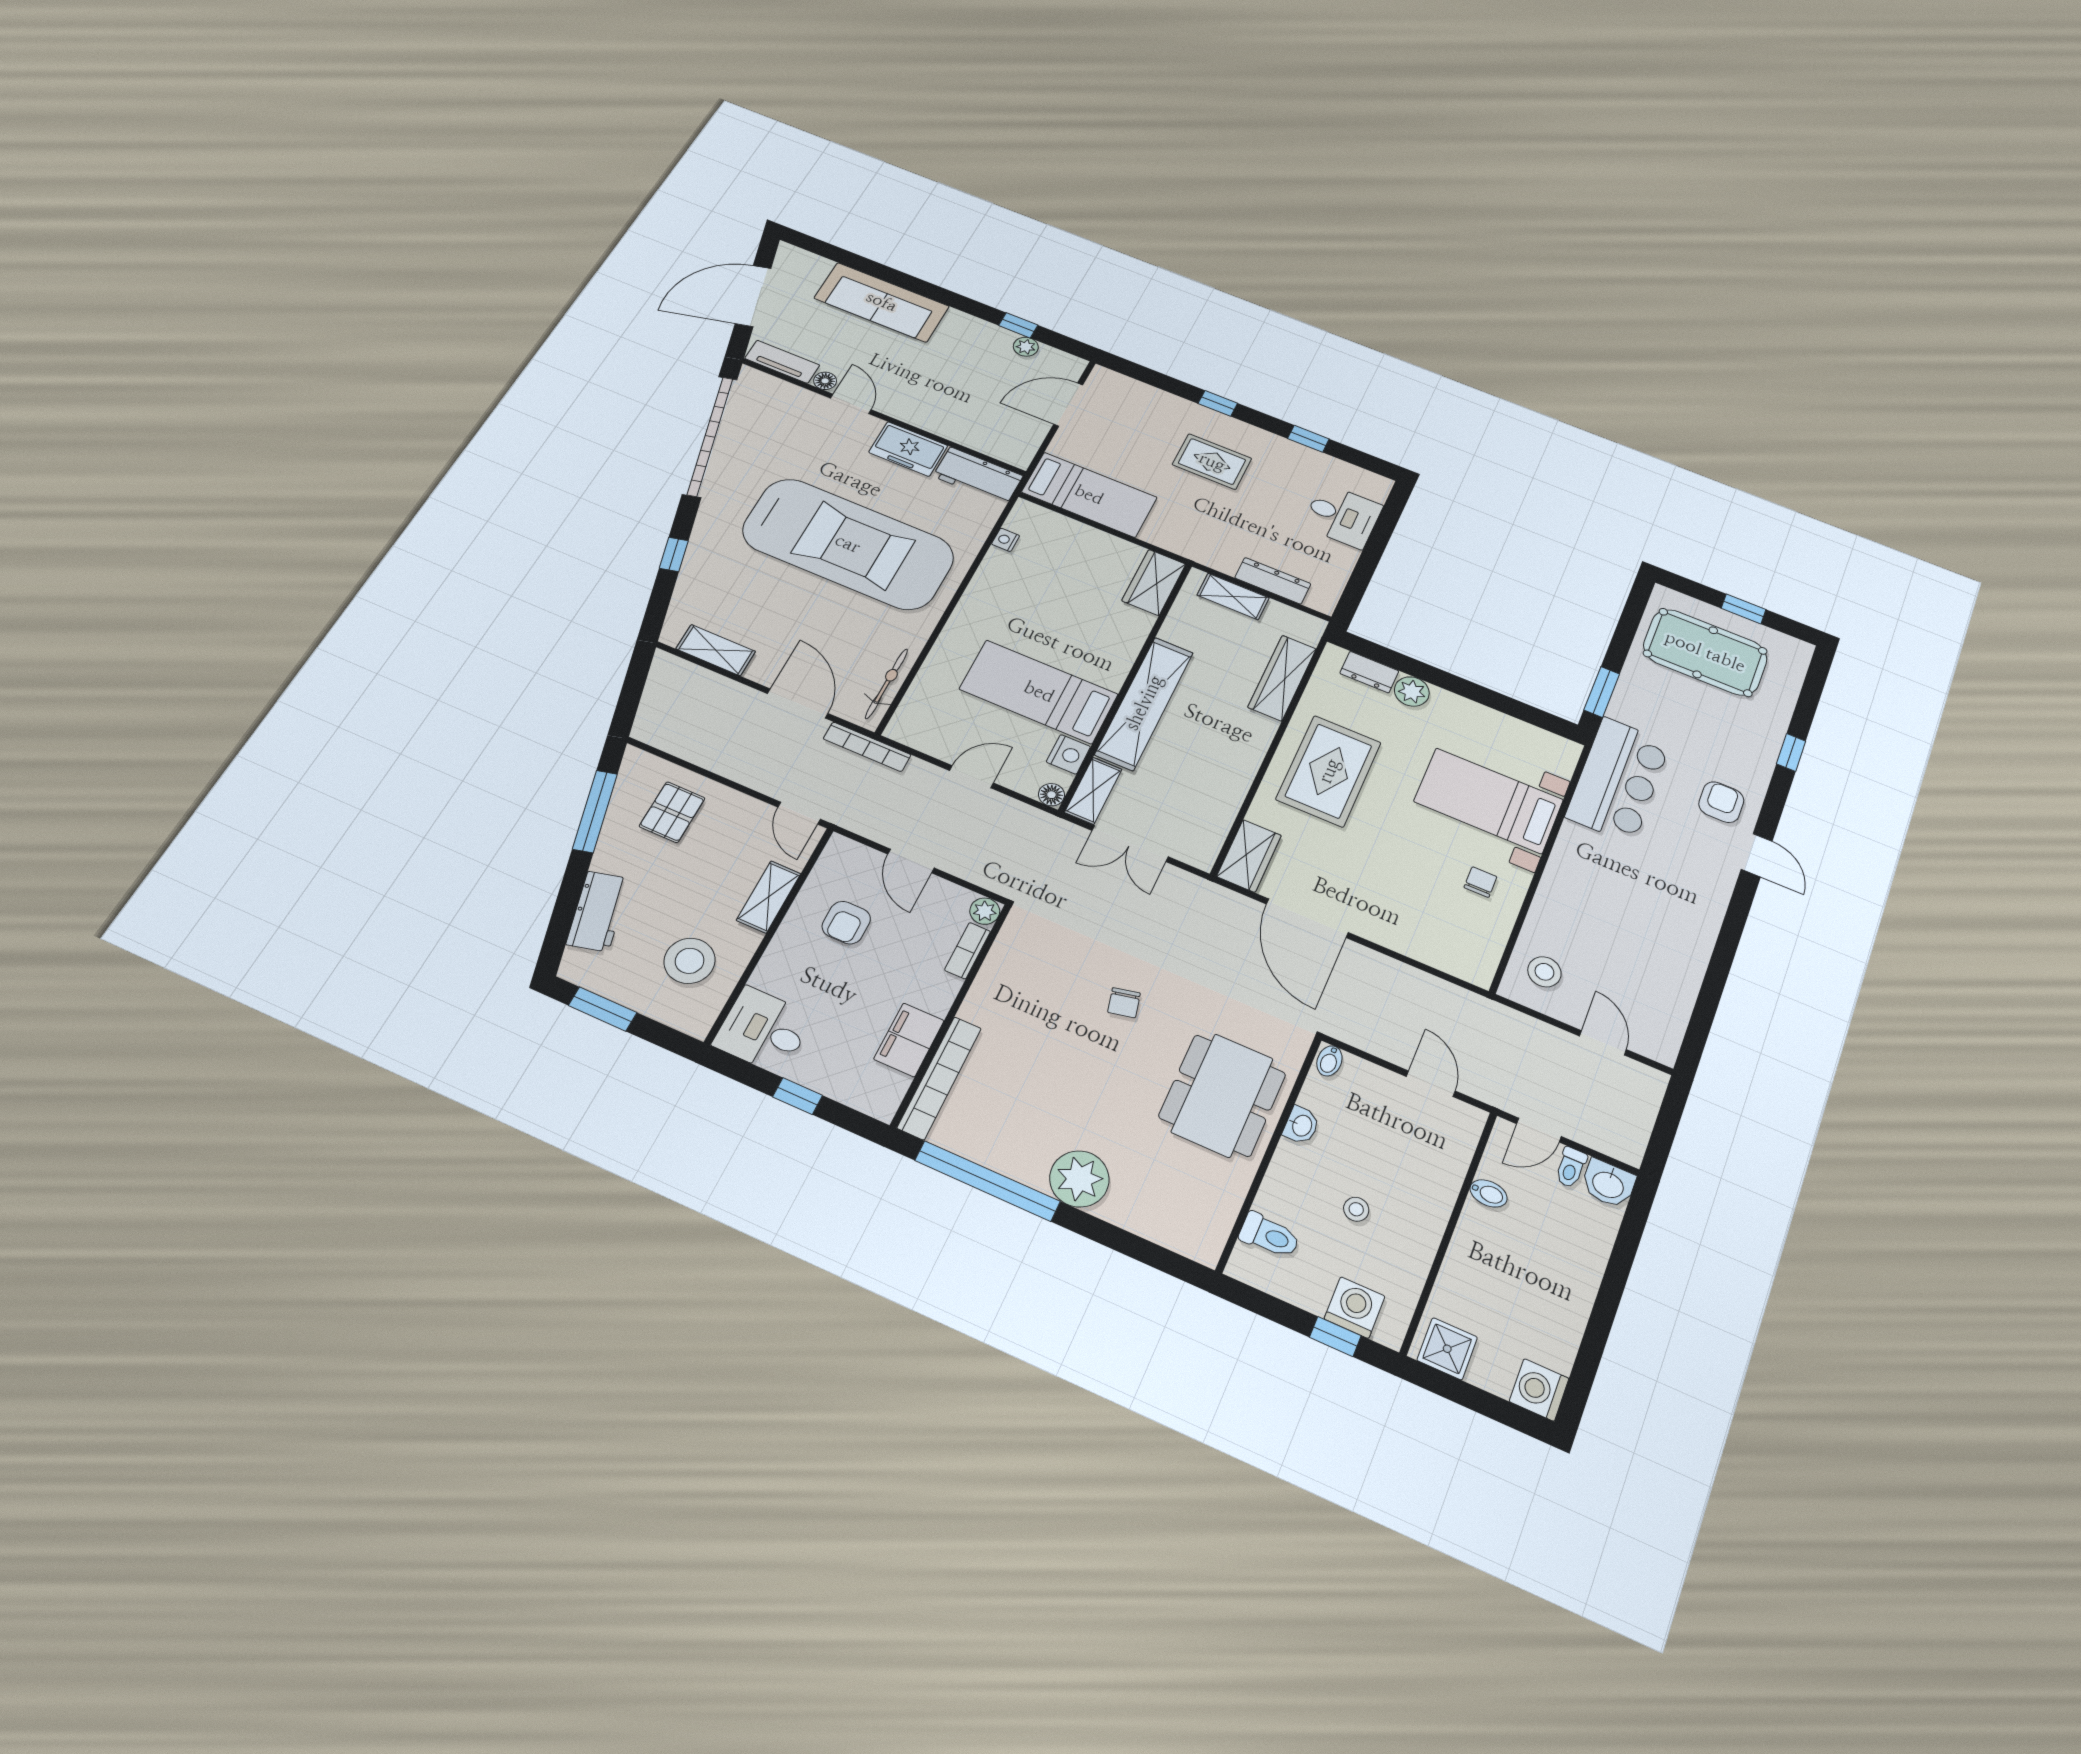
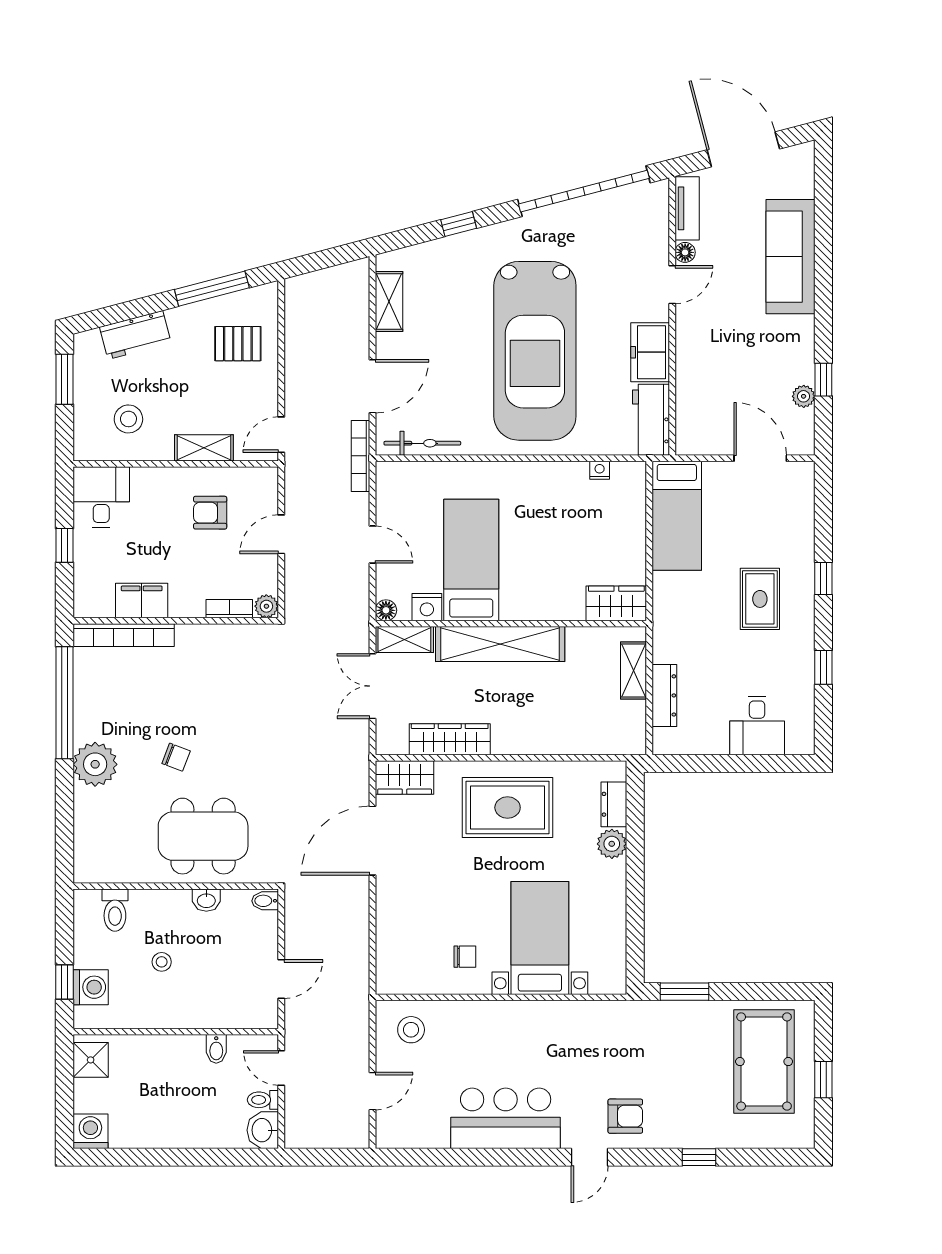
wardrobe: (1282, 678) -> (450, 739), moved
bar counter: (1618, 780) -> (506, 1118), moved, turned 180
stool: (690, 961) -> (128, 419), width x0.73, depth x0.73
chair: (1124, 1003) -> (176, 757), moved, turned -146

